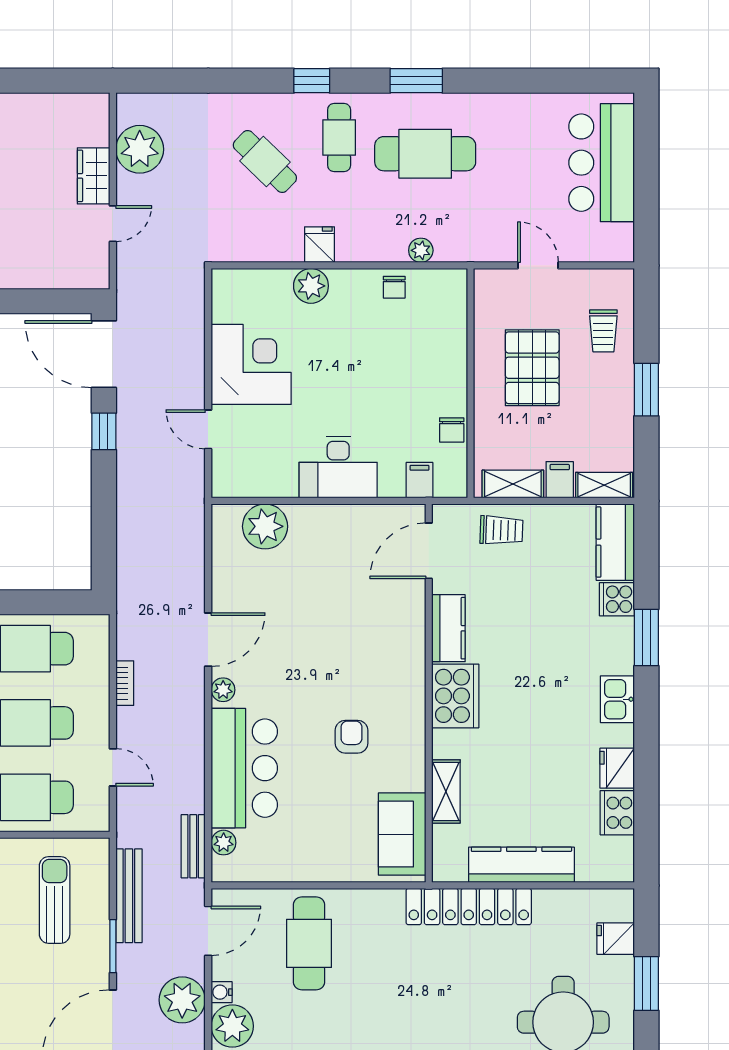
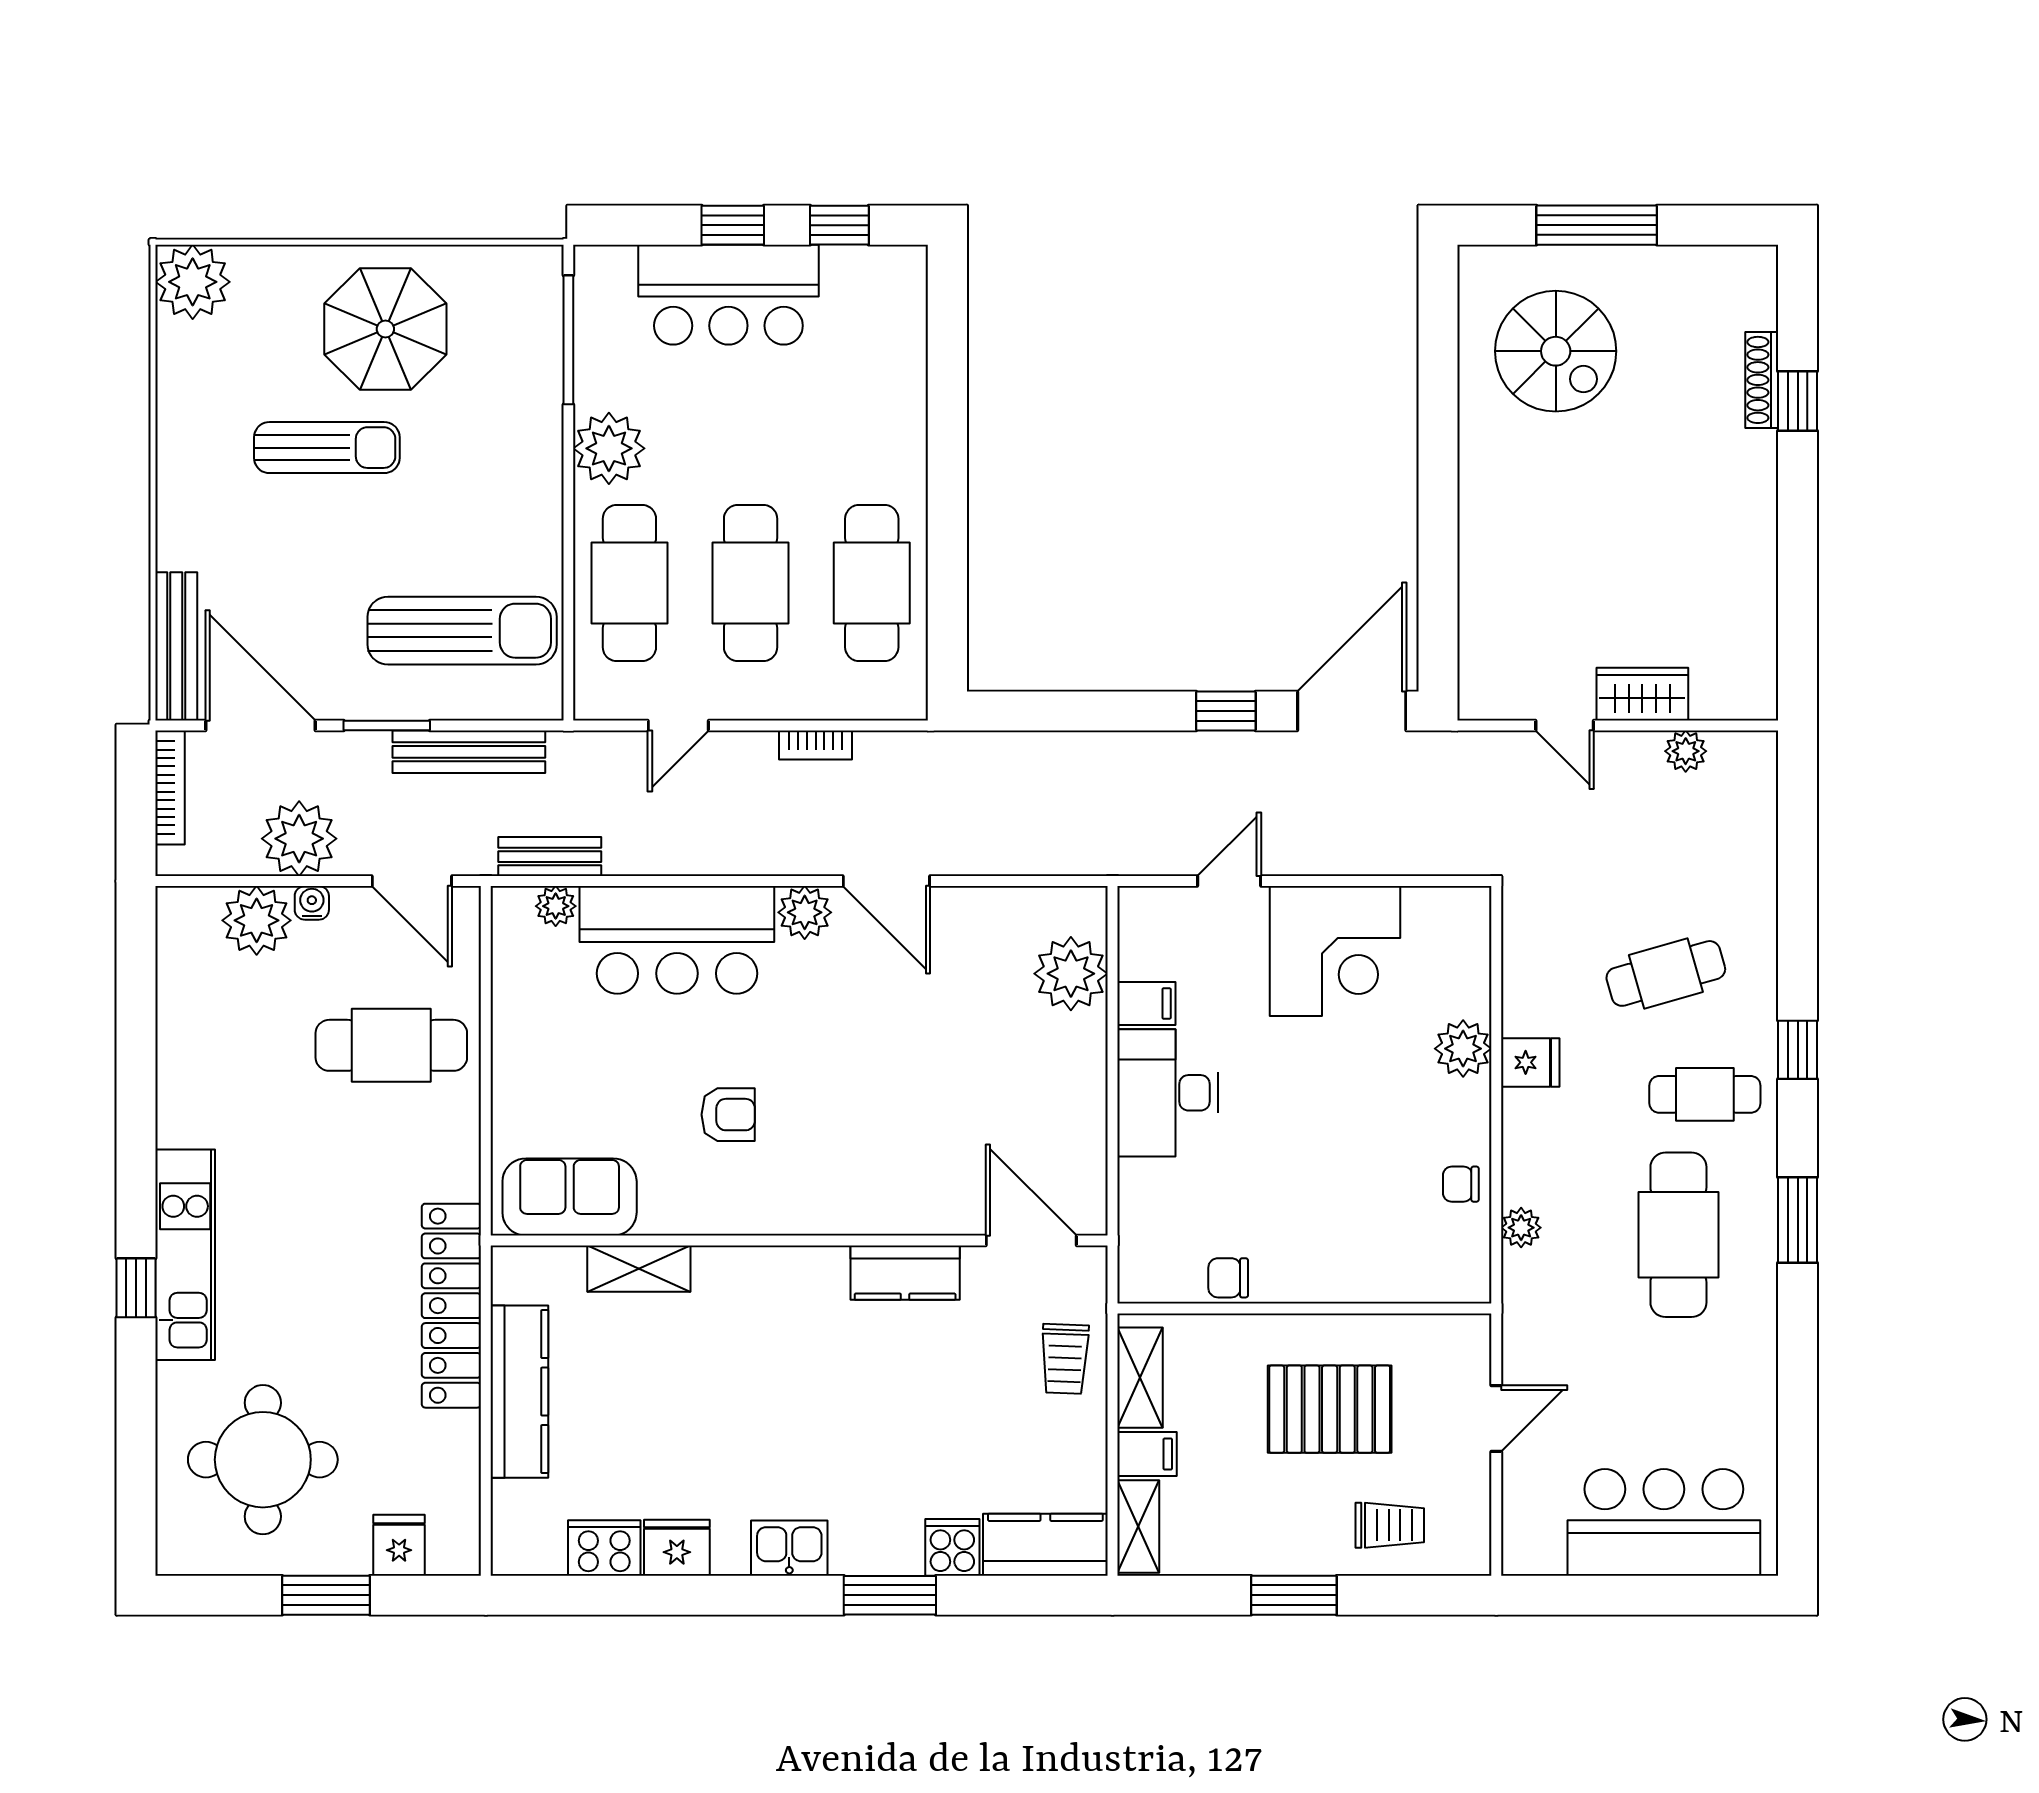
plant: (140, 149) -> (1686, 751), width x0.53, depth x0.53
cafe table: (265, 161) -> (1666, 973), turned 30
trolley: (603, 331) -> (1390, 1525), turned 180
filing cabinet: (420, 480) -> (1146, 1004), moved
plant: (223, 690) -> (805, 912), width x1.38, depth x1.38
cooker: (455, 696) -> (795, 1284), removed
sun lounger: (55, 900) -> (462, 631), width x1.36, depth x1.34

